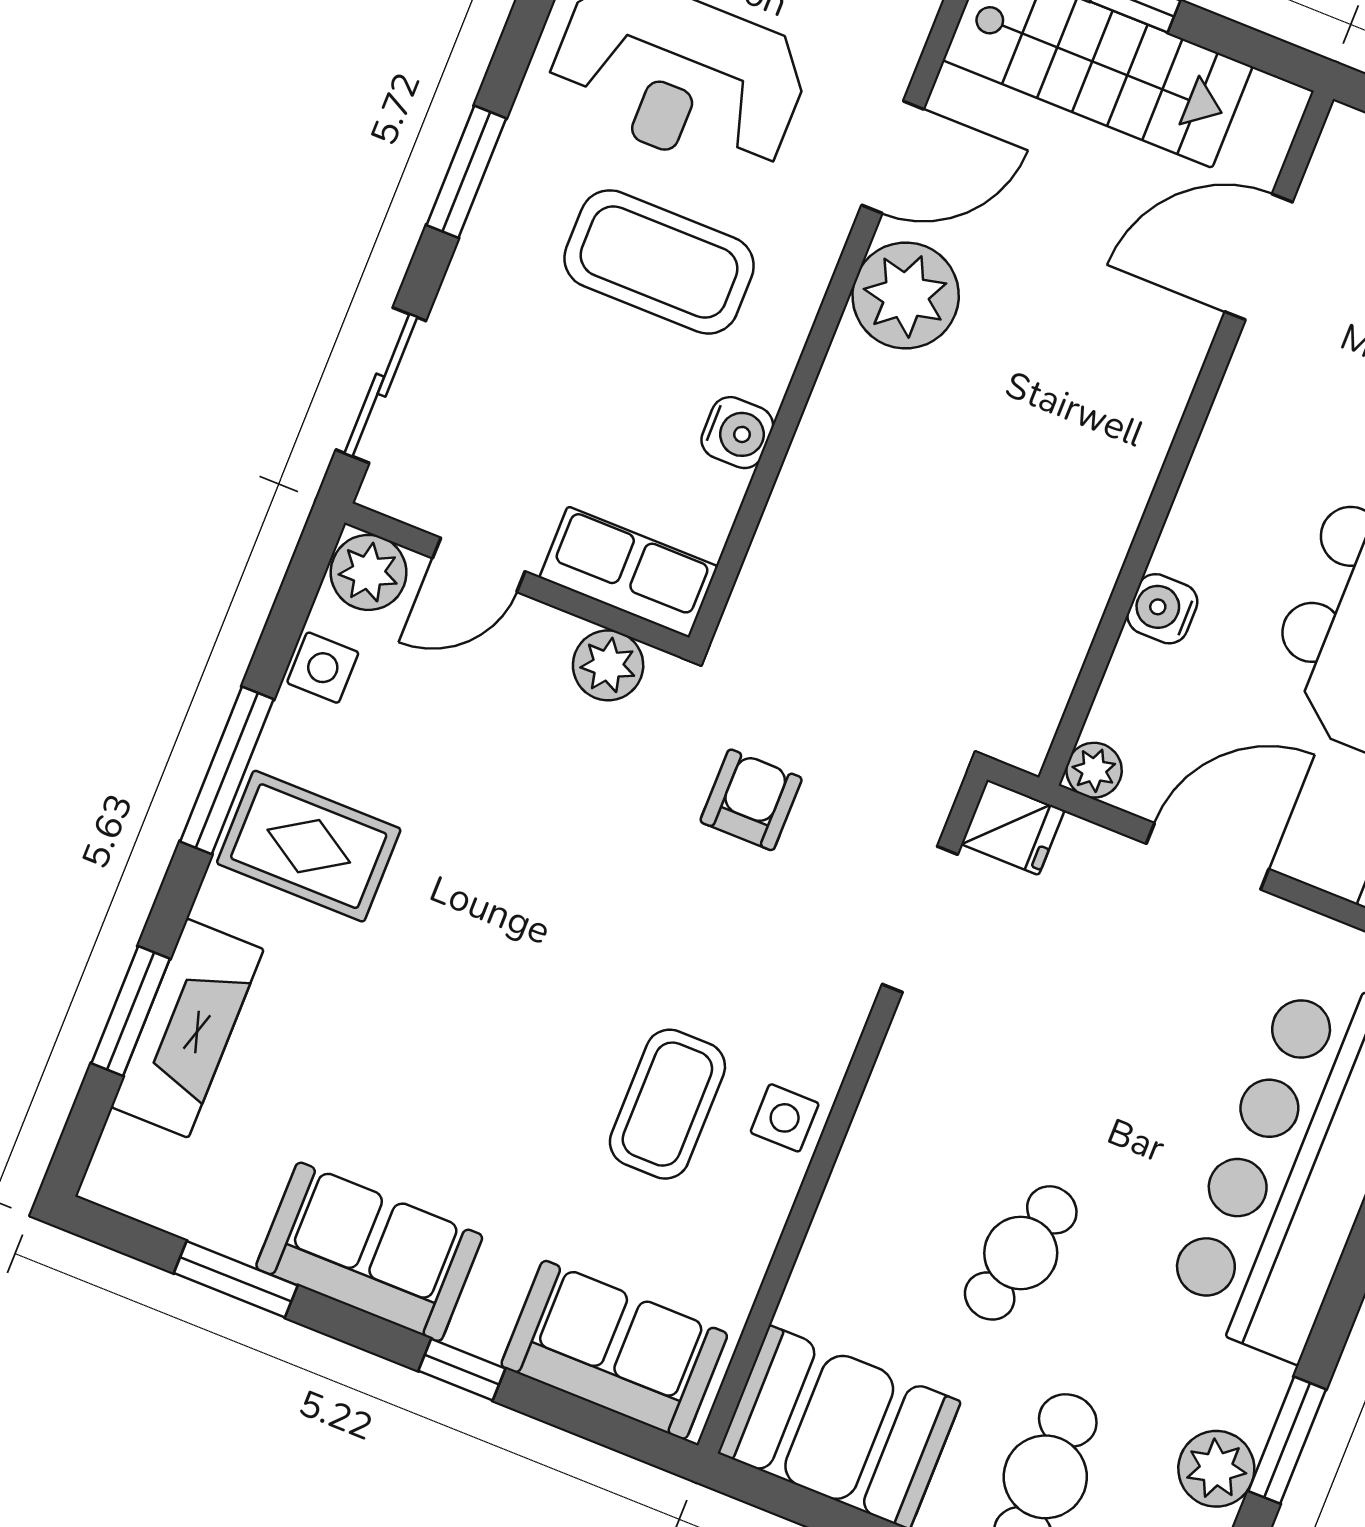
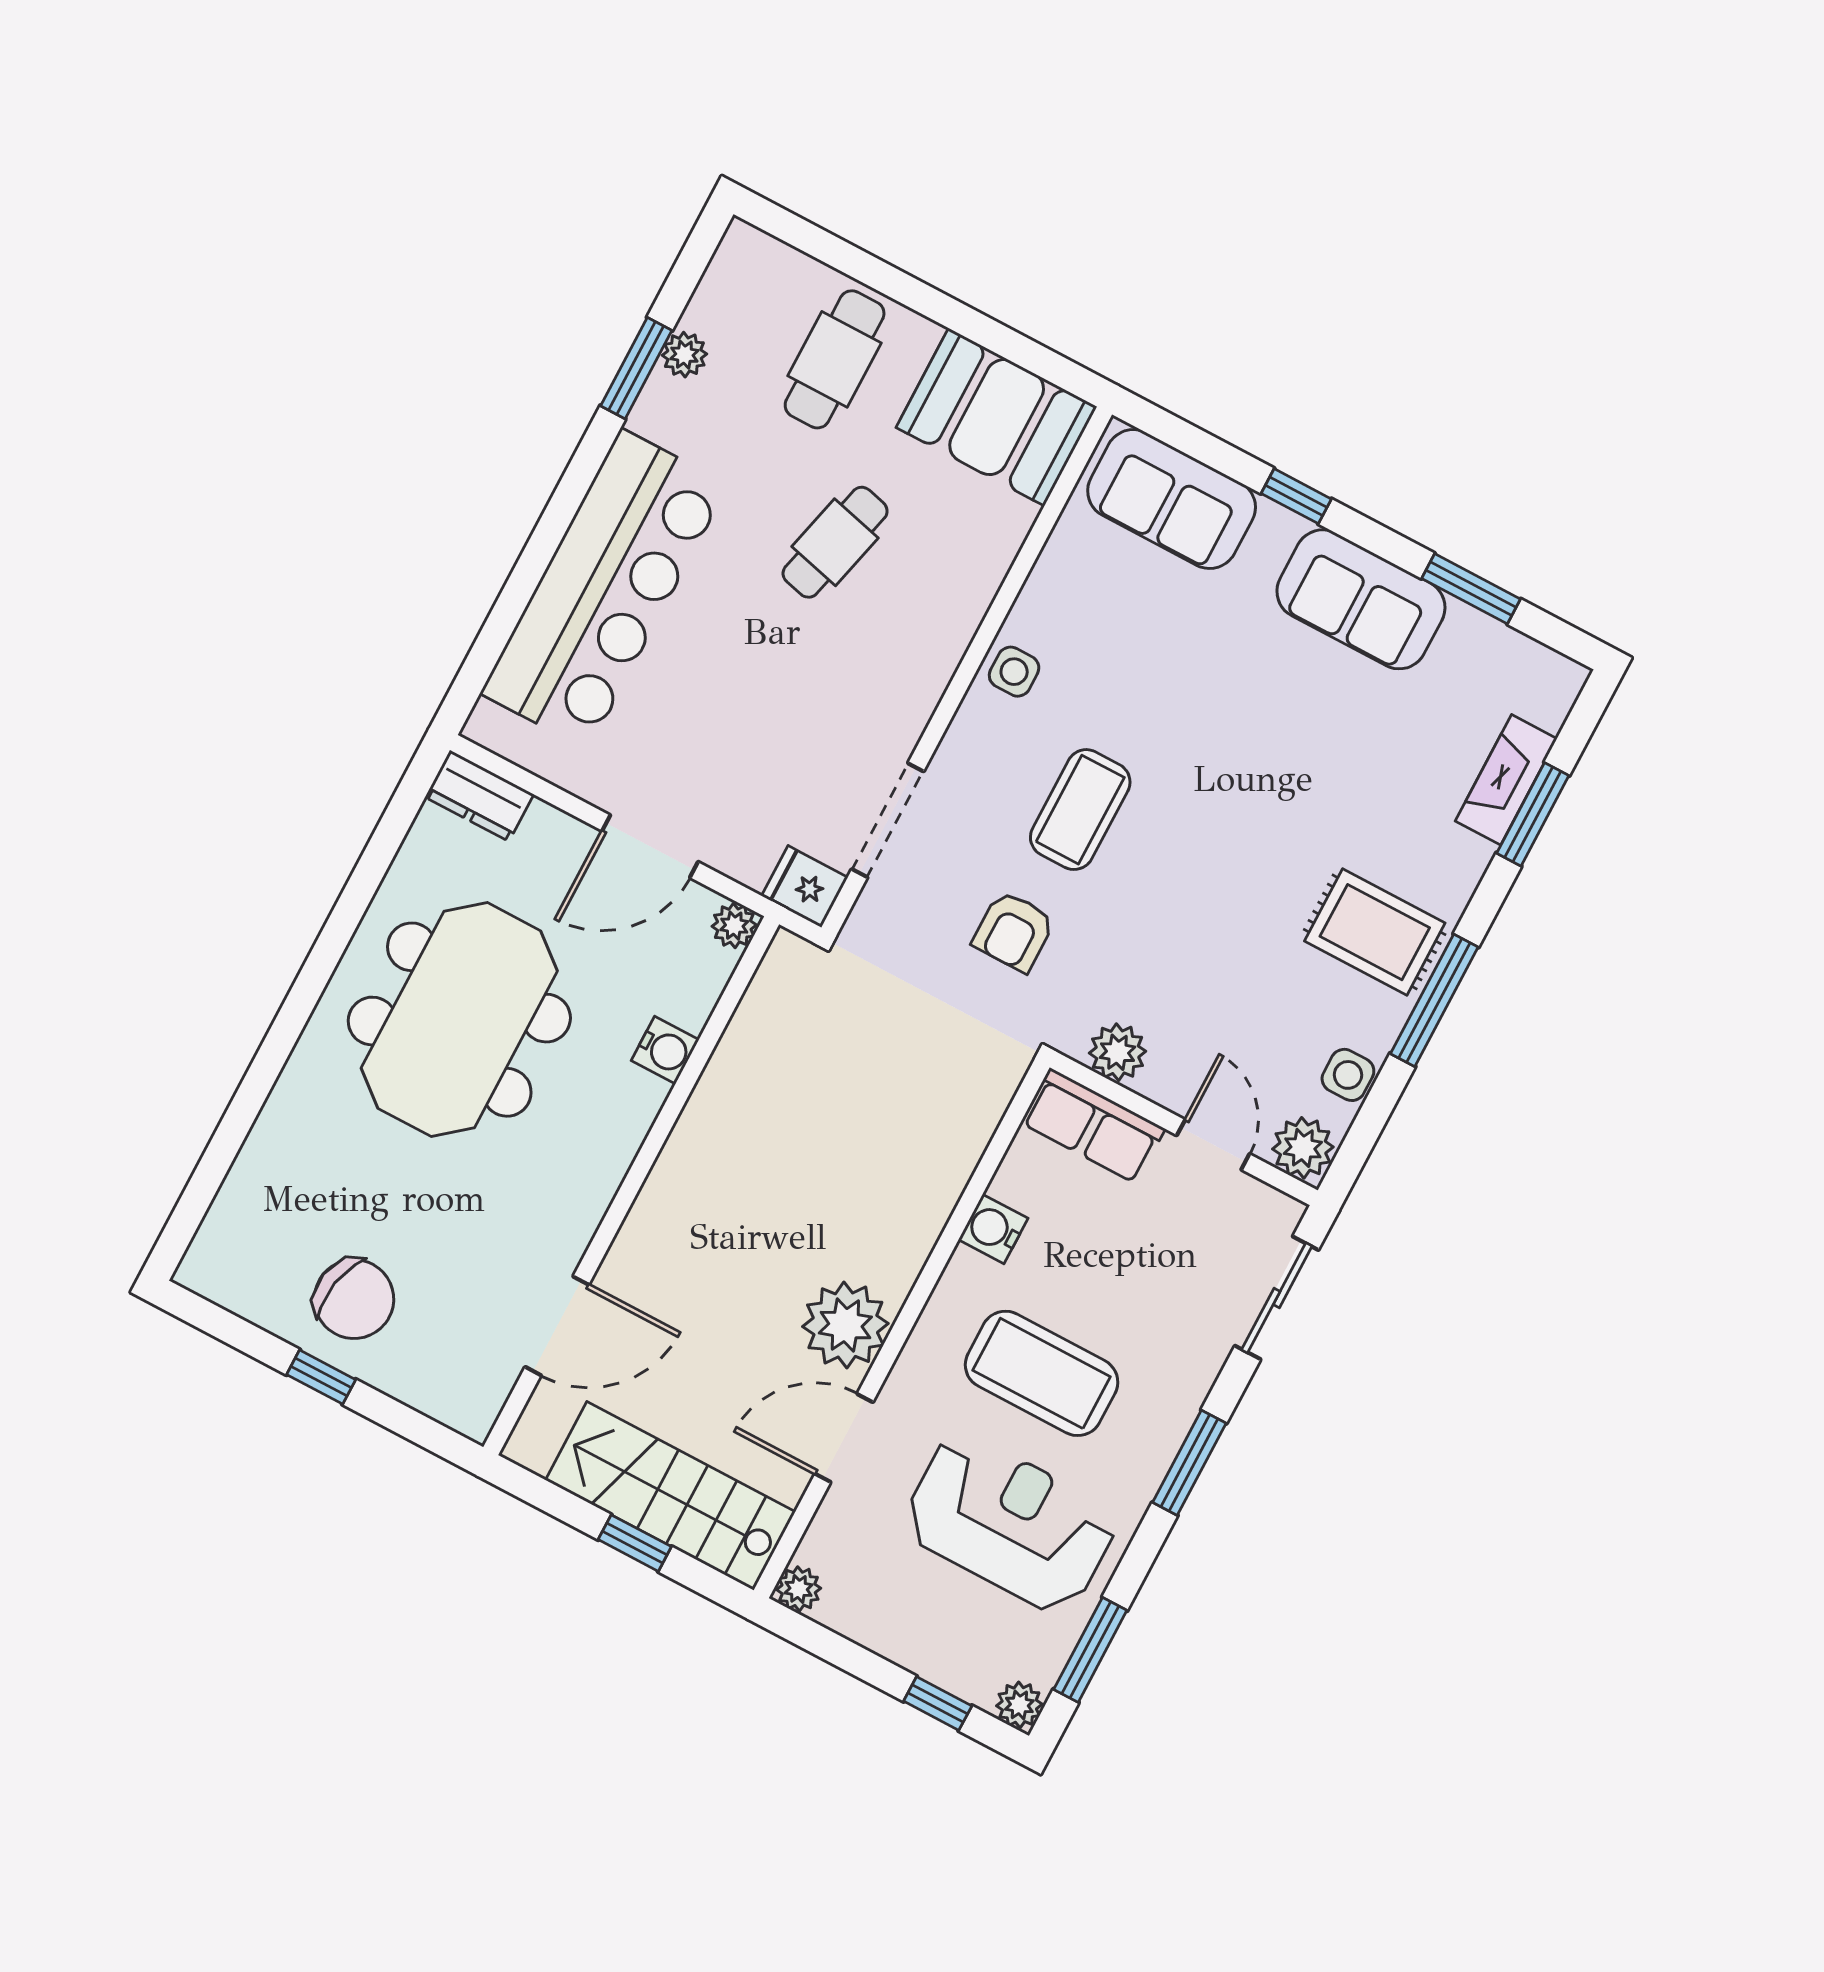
door: (479, 565) -> (1213, 1145), hinge flipped
fireplace: (187, 1028) -> (1506, 780), width x0.73, depth x0.76
coffee table: (667, 1104) -> (1080, 810), moved
plant: (1216, 1469) -> (684, 355), width x0.73, depth x0.73

